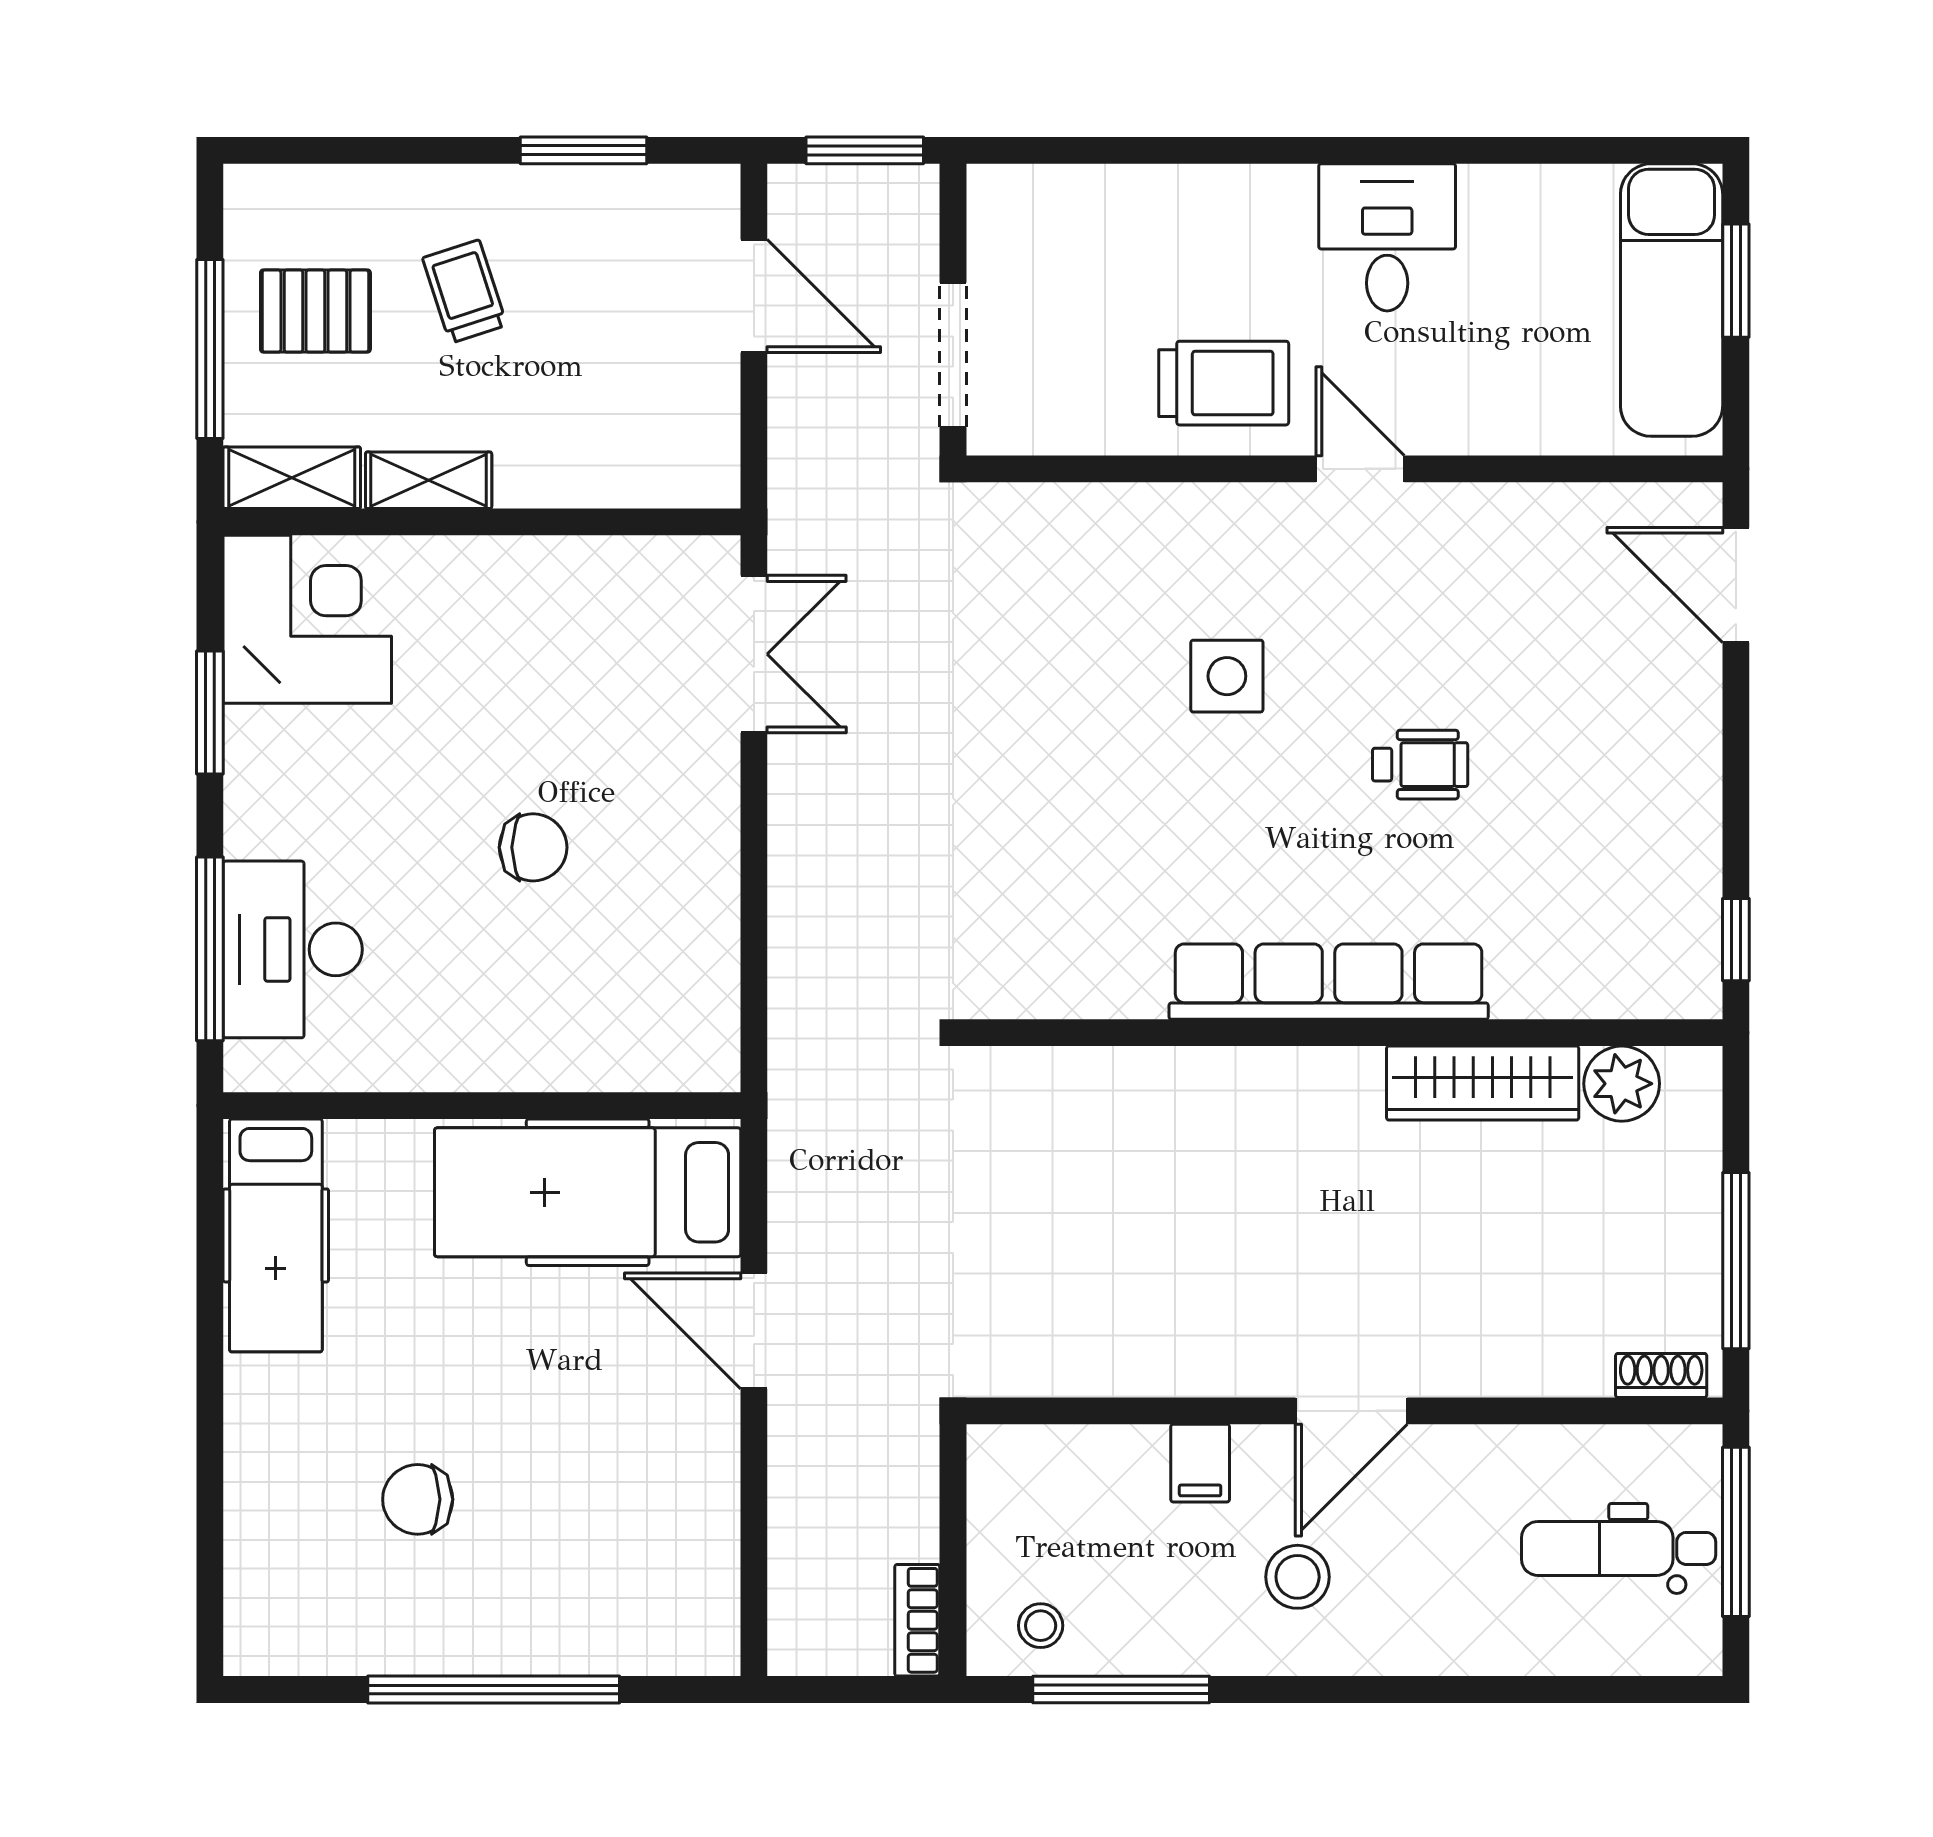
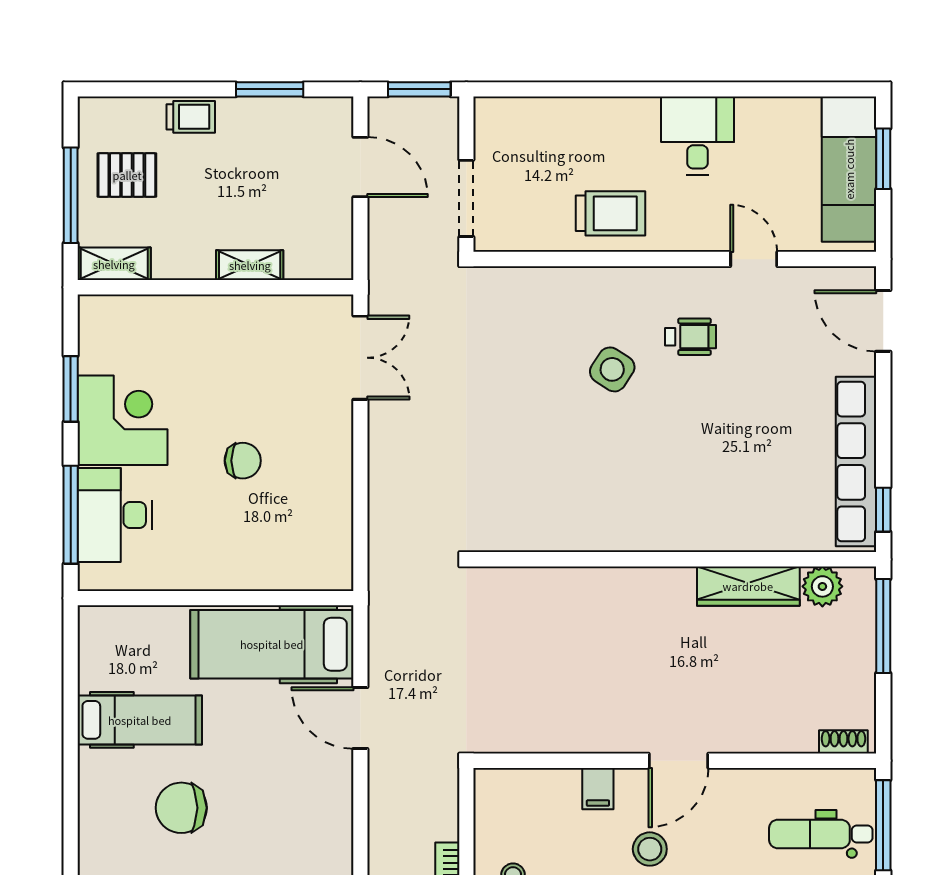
trolley: (465, 292) -> (191, 117), moved, turned 108
door: (1360, 469) -> (754, 259), moved
shelving: (429, 480) -> (250, 265), moved
corner desk: (307, 619) -> (122, 420), moved
side table: (1227, 676) -> (612, 369), turned 33
wheelchair: (1420, 765) -> (690, 337), moved
row of seats: (1329, 982) -> (856, 461), moved, turned -90
hospital bed: (276, 1235) -> (140, 720), moved, turned -90
window: (1736, 1261) -> (883, 626), moved
chair: (418, 1499) -> (181, 808), width x1.37, depth x1.37

